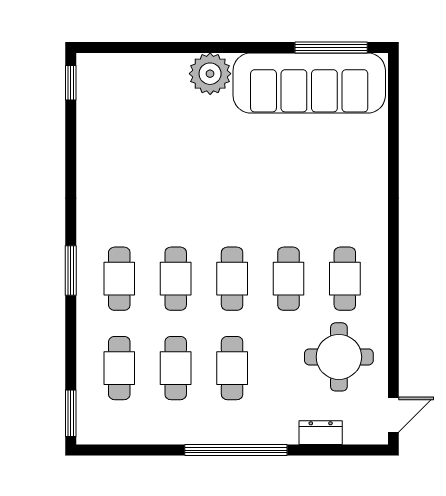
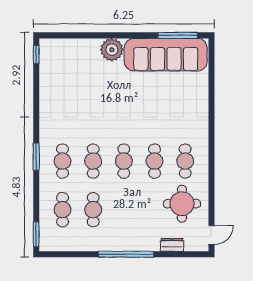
cafe table: (232, 368) -> (124, 210), removed

